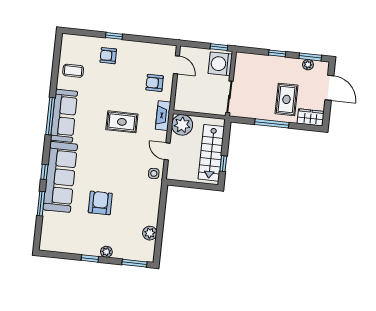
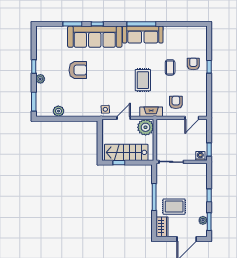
washing machine: (220, 64) -> (200, 156), width x0.53, depth x0.53
coffee table: (73, 71) -> (170, 67), moved

